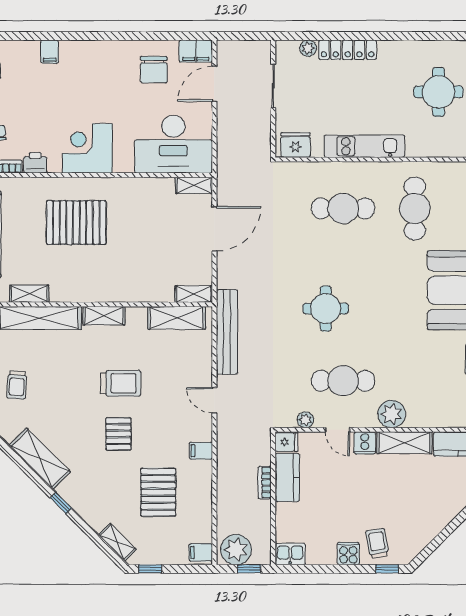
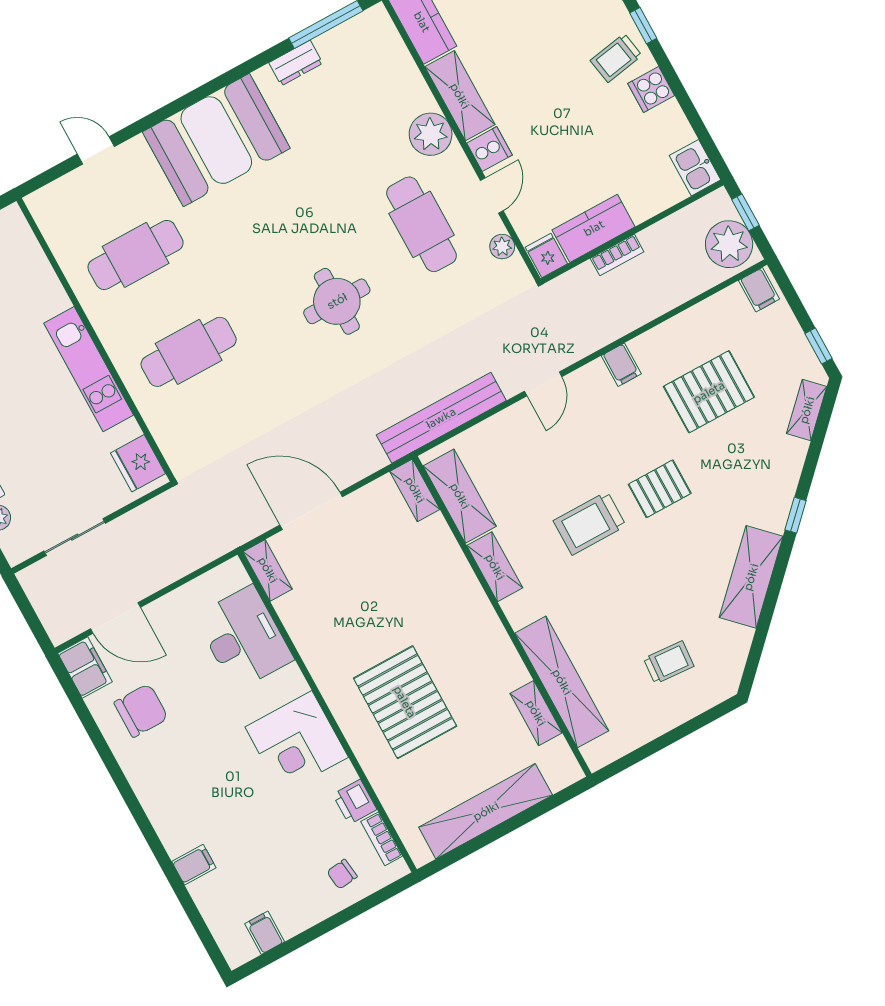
desk: (173, 144) -> (244, 638), width x0.73, depth x0.77
cafe table: (343, 208) -> (189, 352), turned 90
shelving: (104, 316) -> (495, 567), moved
trolley: (121, 383) -> (590, 523), turned -90

